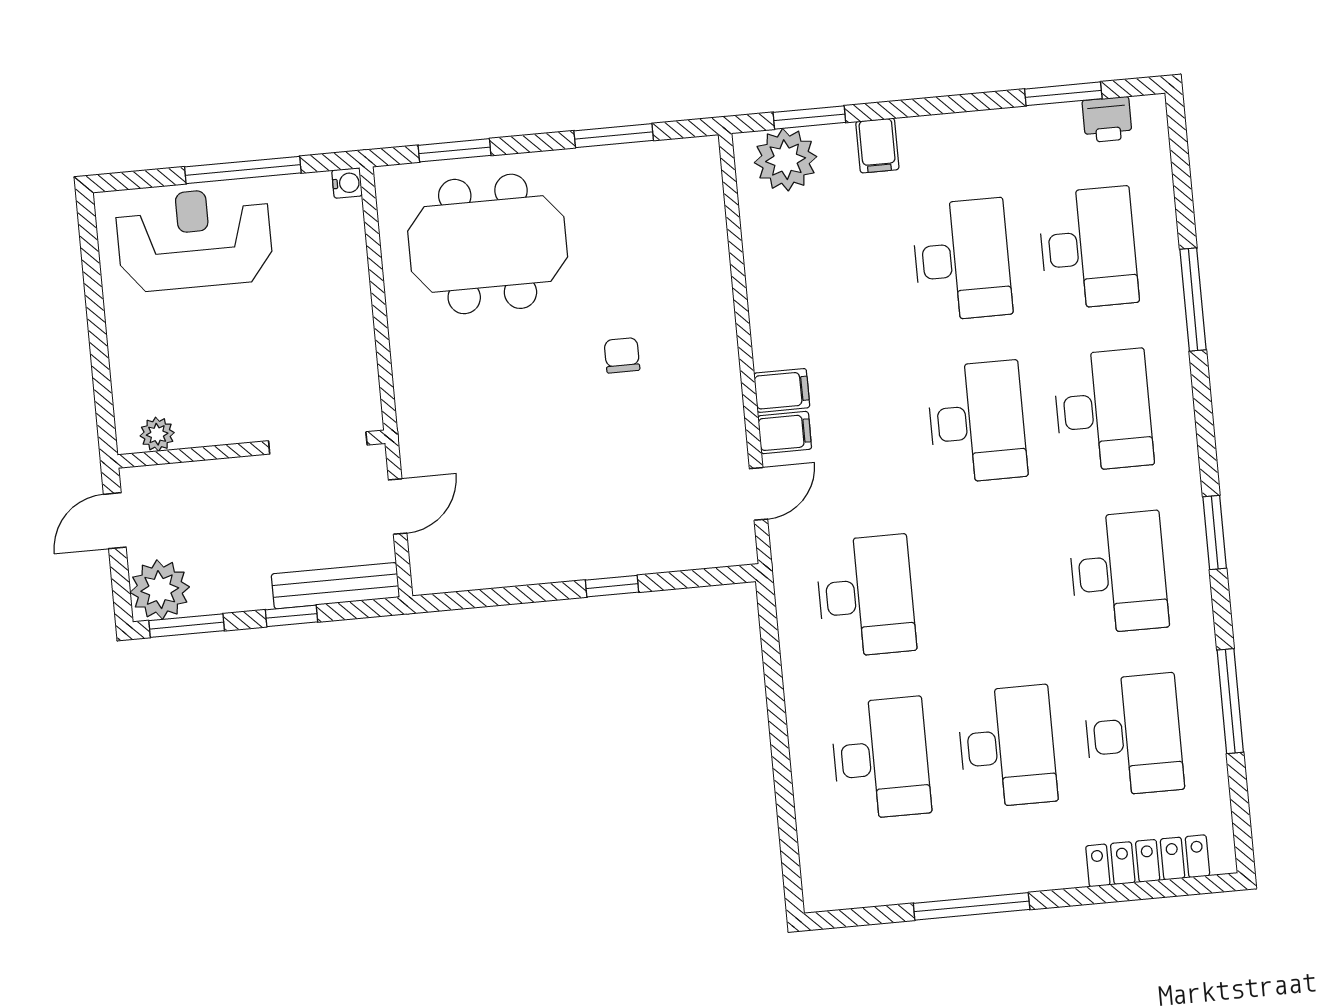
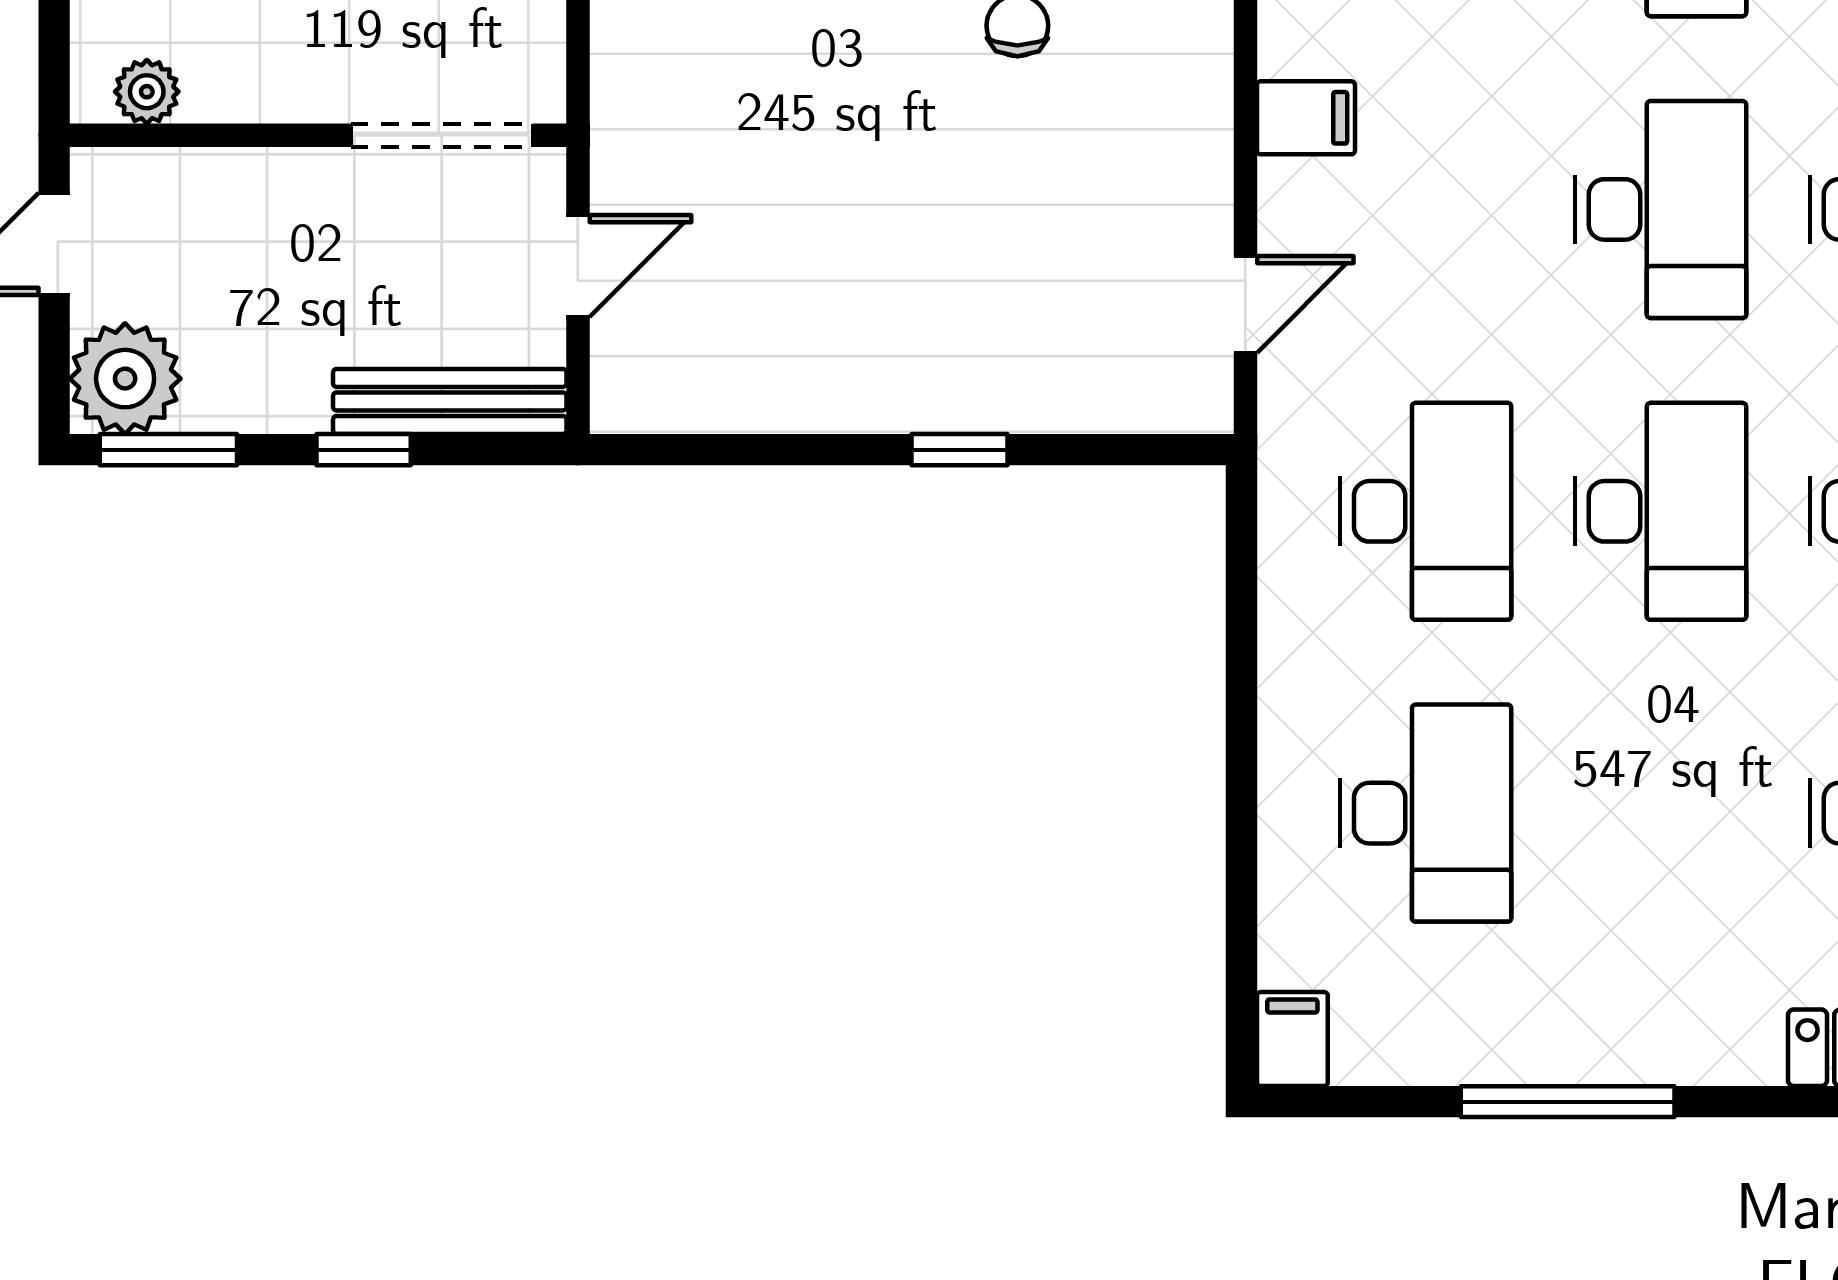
filing cabinet: (785, 433) -> (1292, 1039), moved, turned -90
desk: (1007, 747) -> (1661, 511), moved

